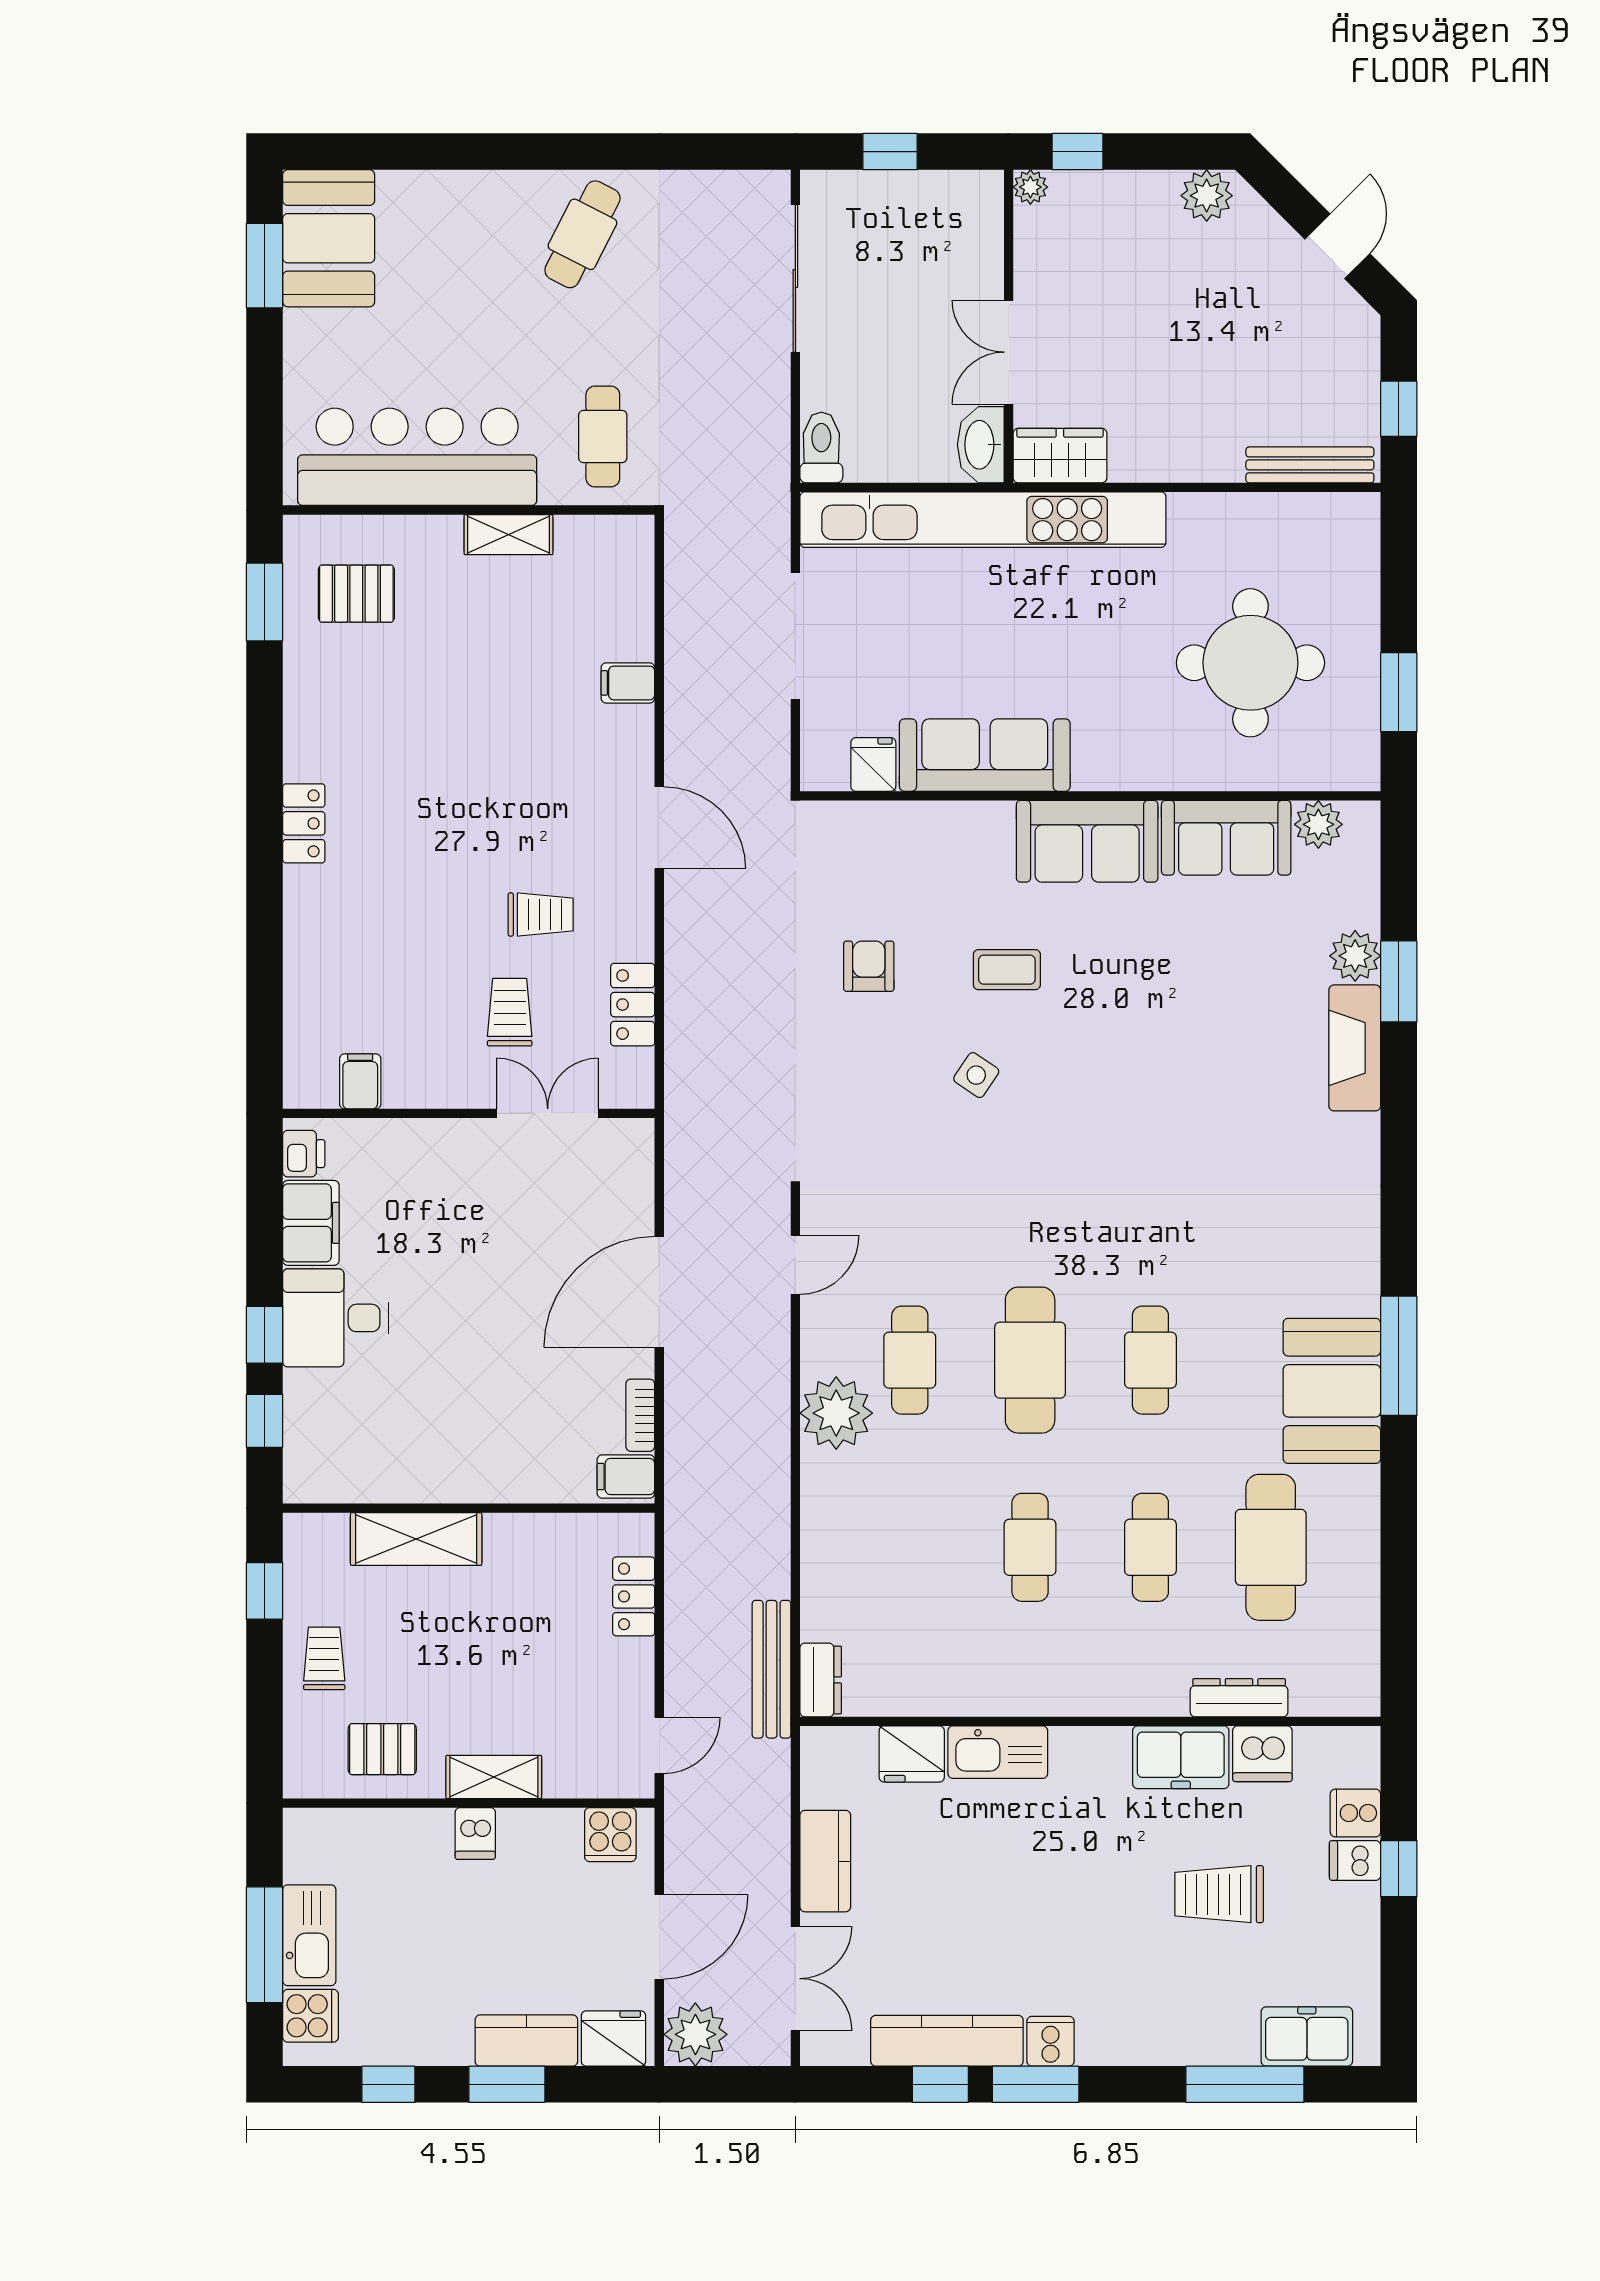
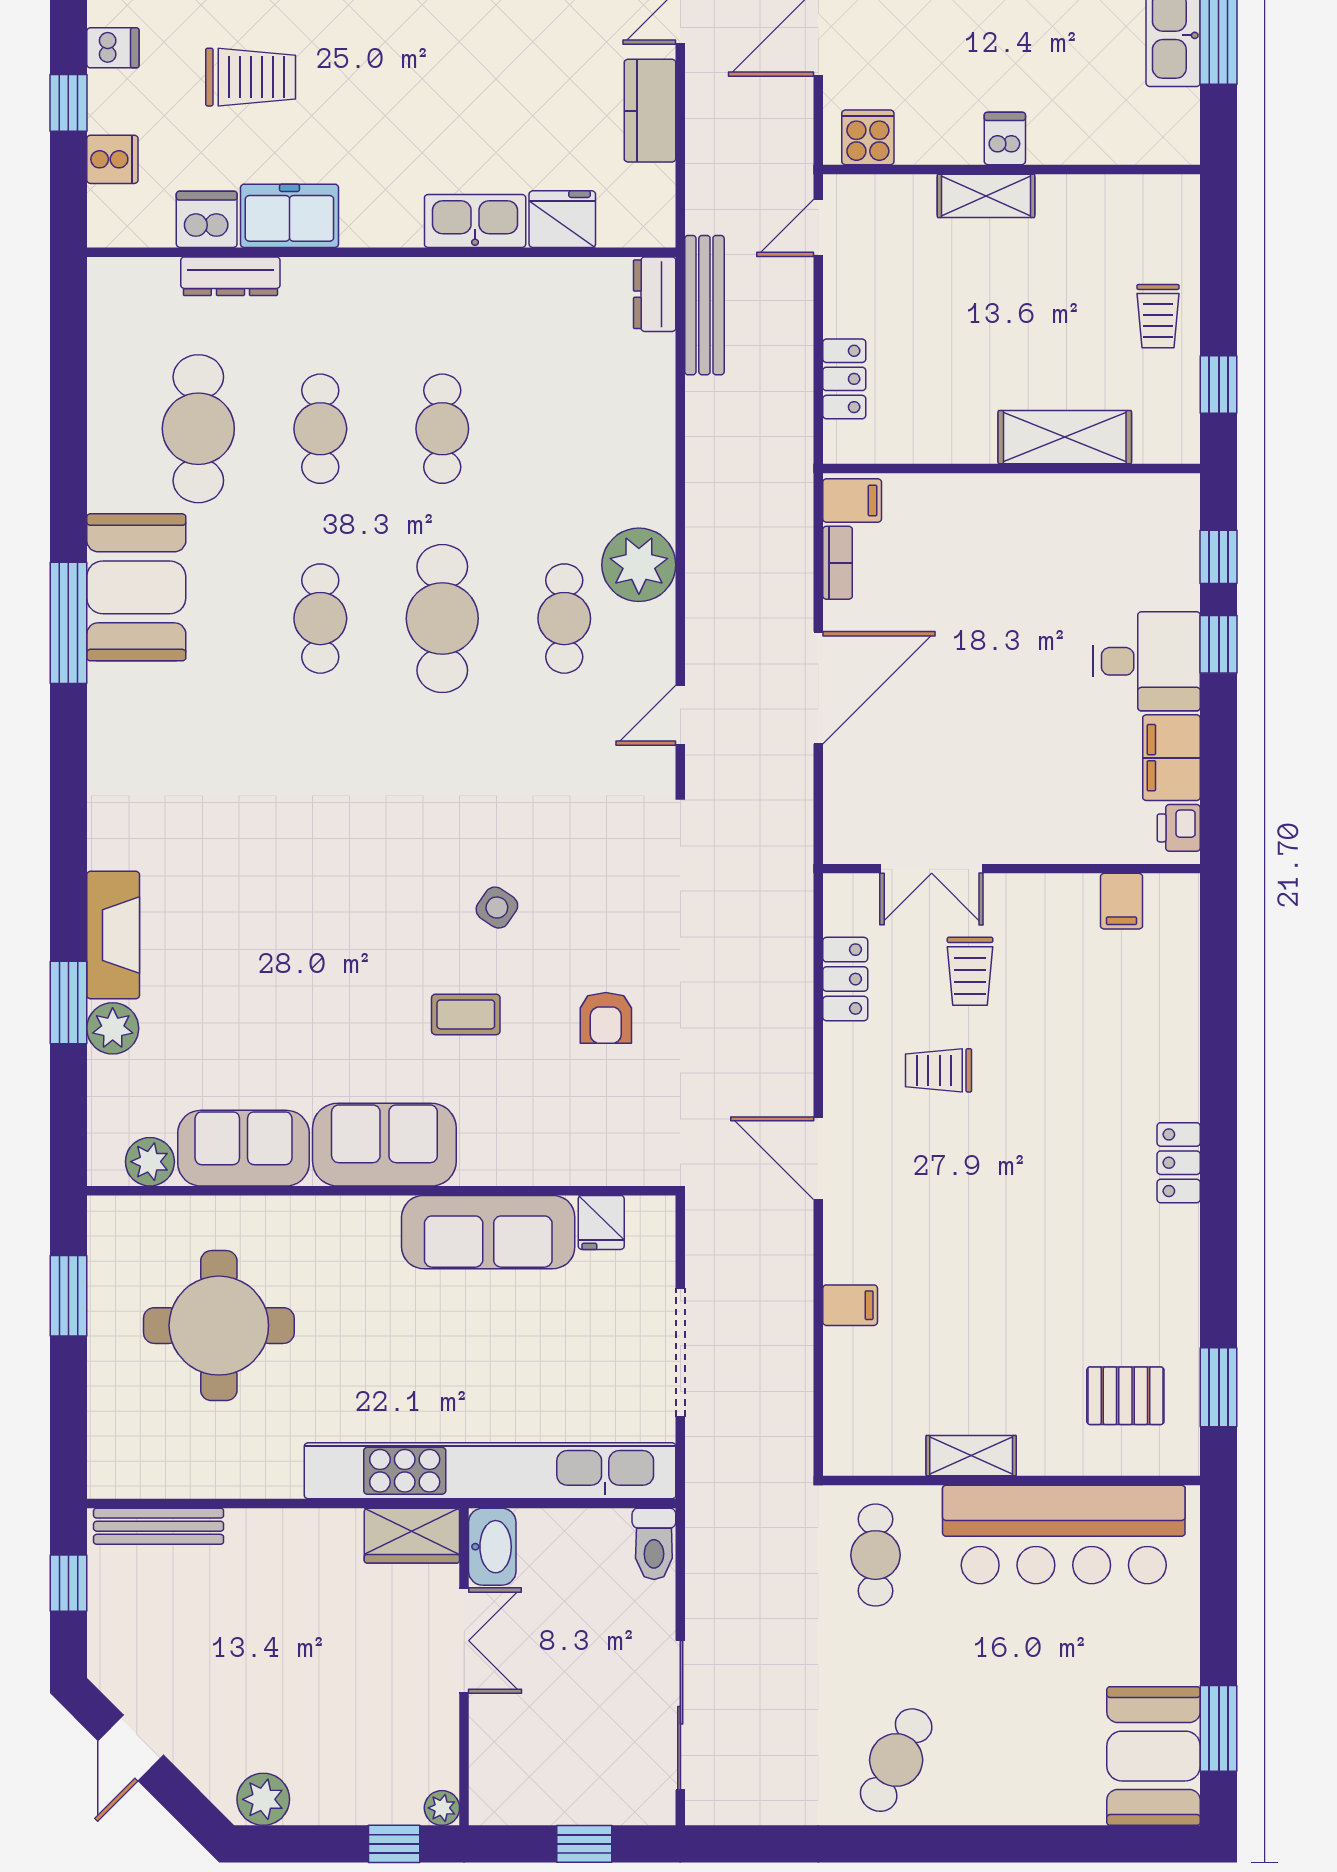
pallet: (382, 1749) -> (1099, 224), removed
dishwasher: (1355, 1860) -> (113, 48), moved

